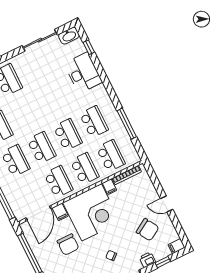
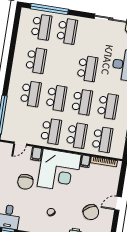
school desk: (51, 101) -> (87, 68), added
door: (167, 204) -> (118, 203), hinge flipped
door: (38, 213) -> (20, 144), width x0.53

